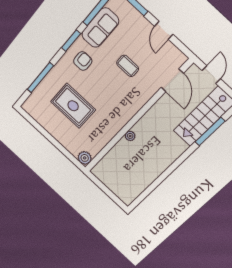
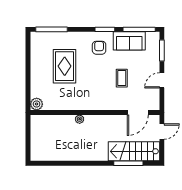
armchair: (83, 61) -> (99, 48), turned -90
window: (40, 78) -> (52, 29), moved

